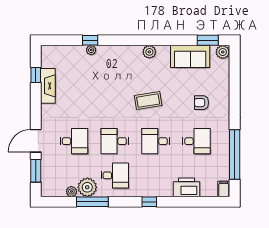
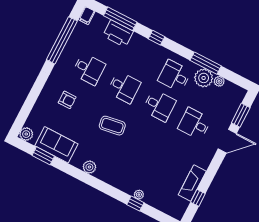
window: (208, 40) -> (43, 156), moved
desk: (196, 141) -> (89, 69), turned 180
window: (191, 202) -> (120, 19), added

